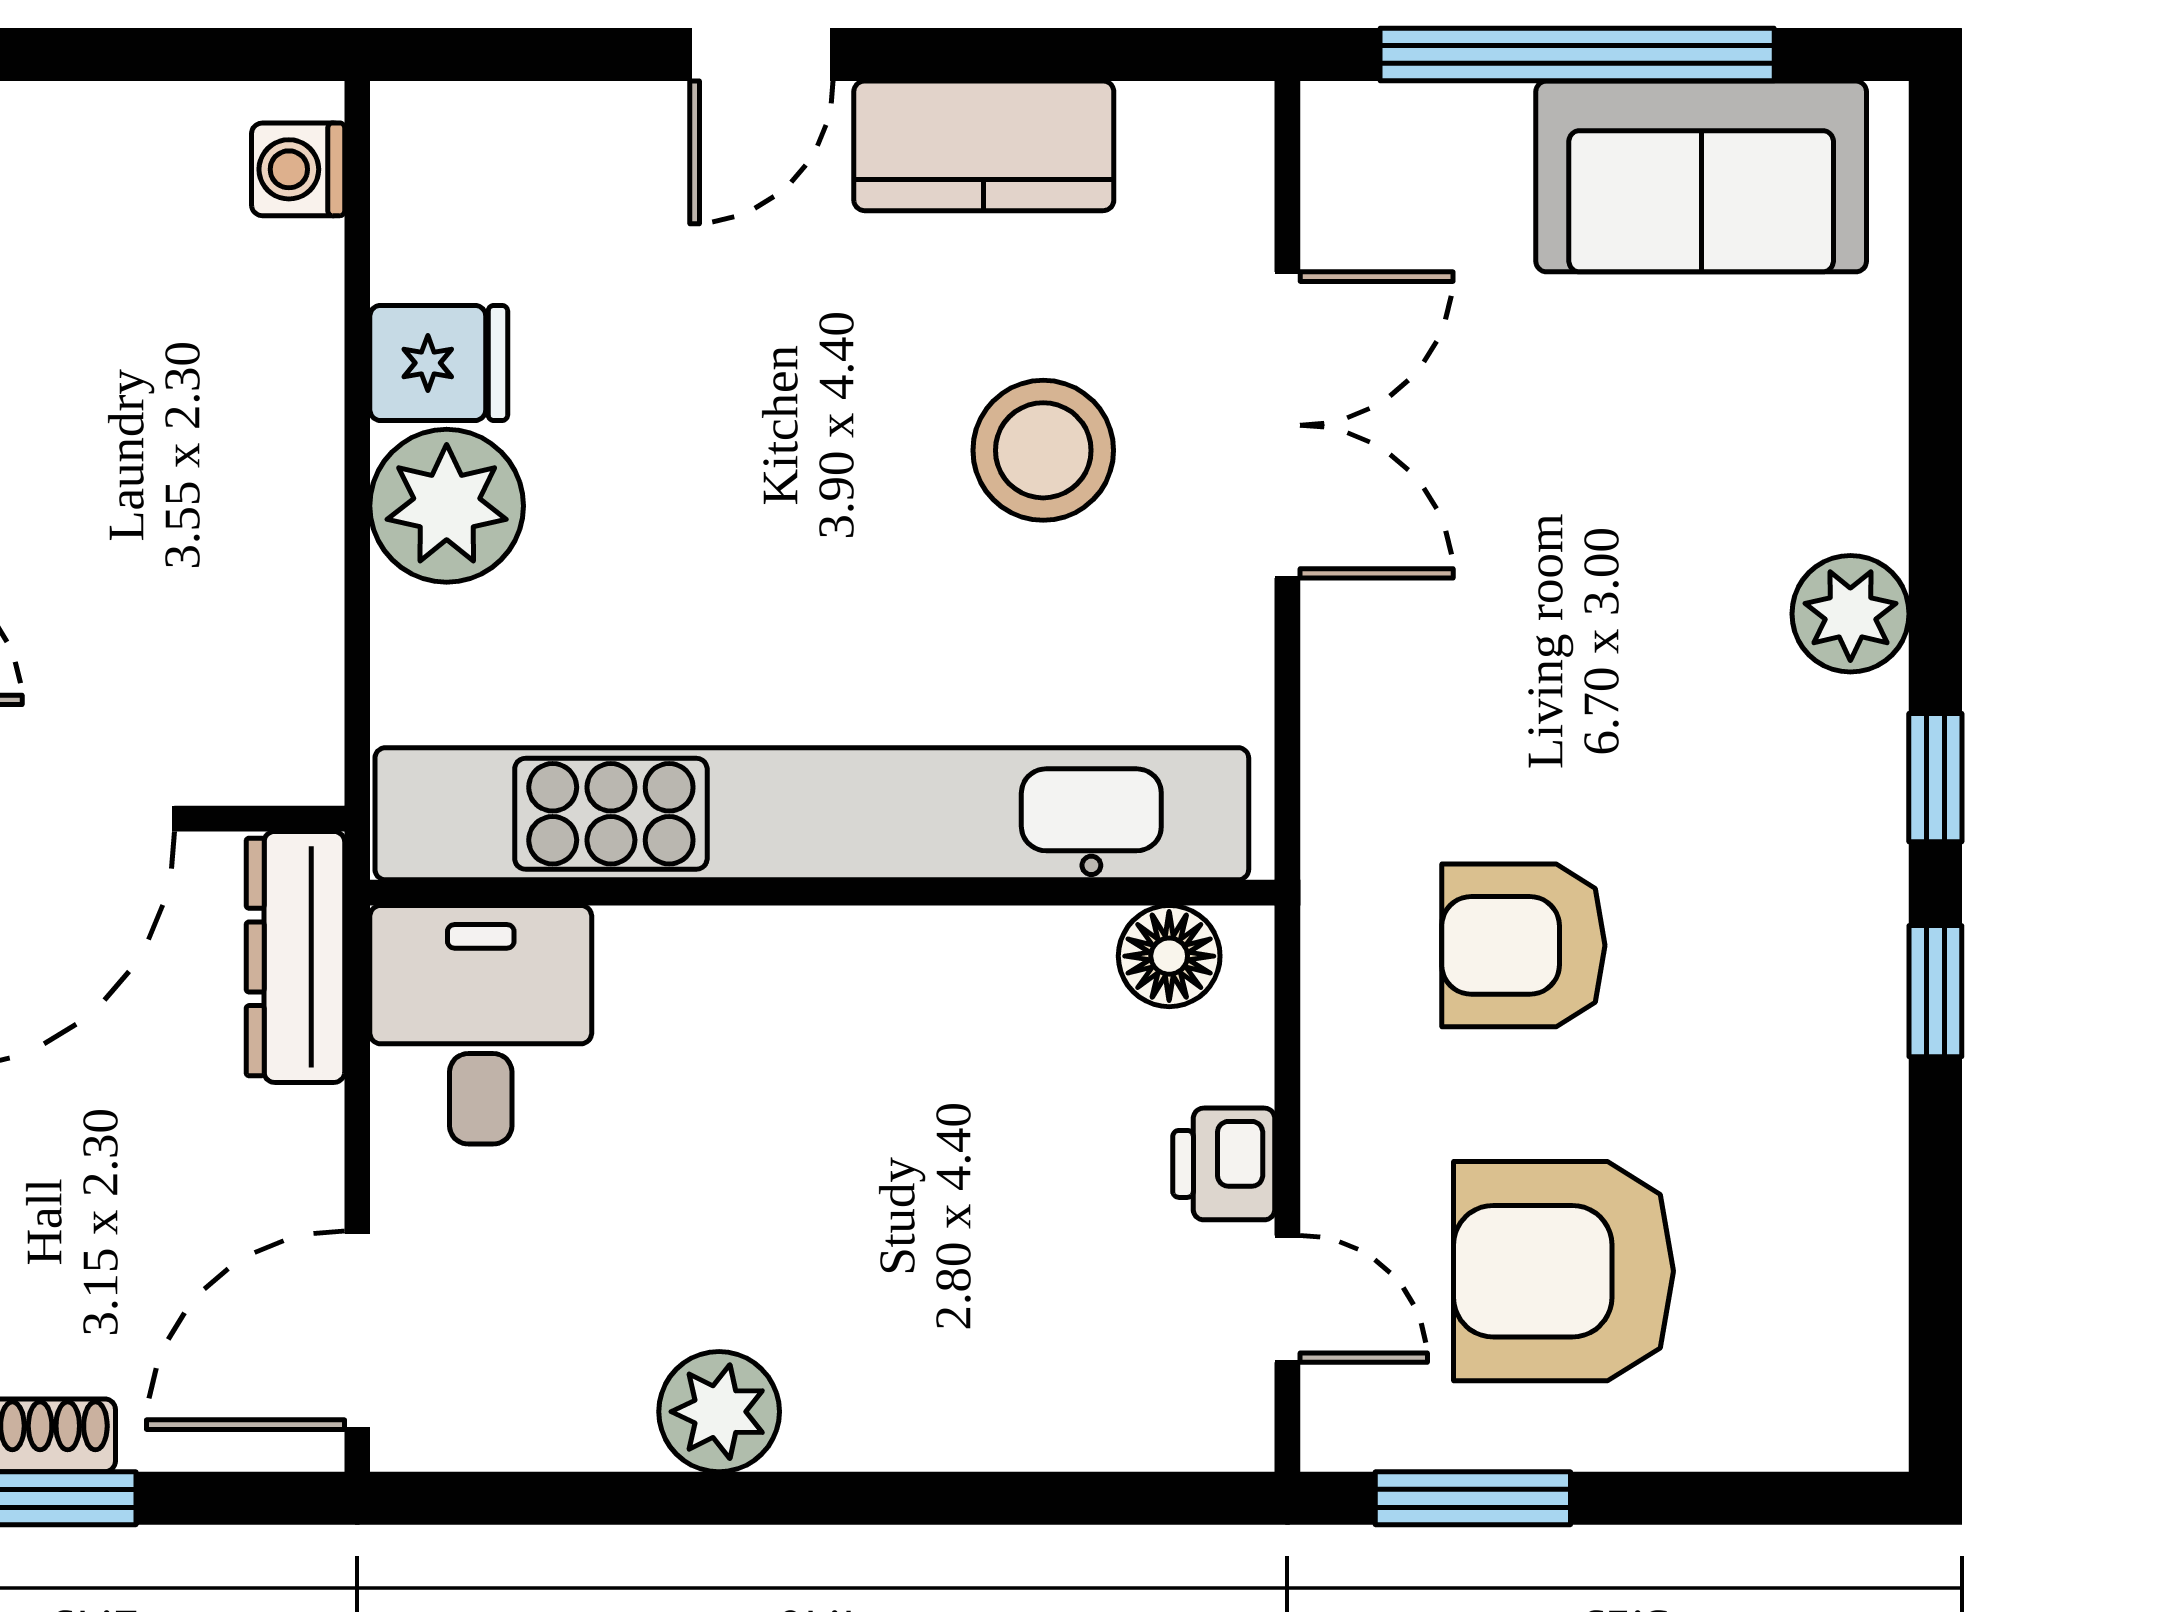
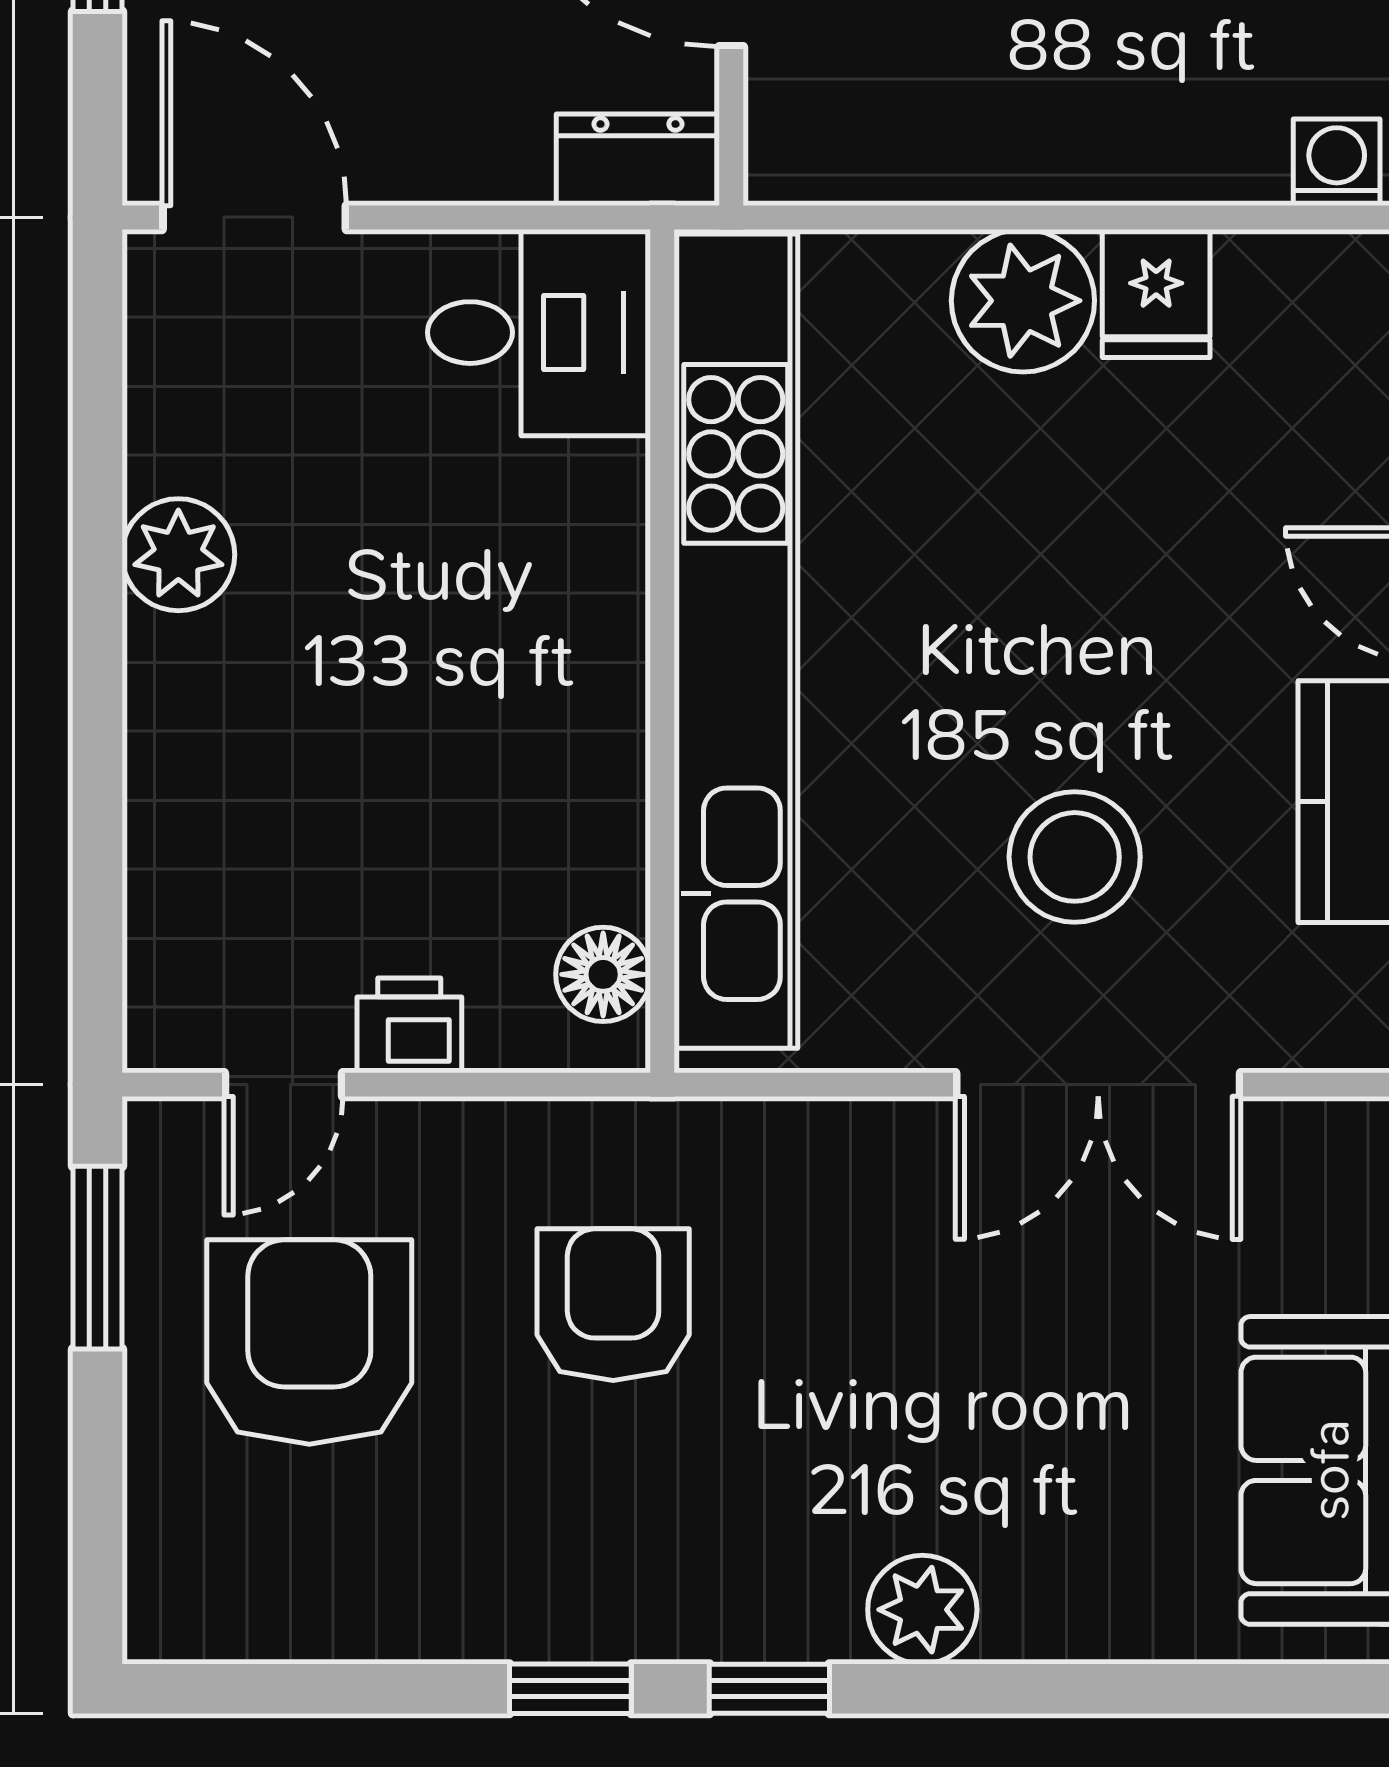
dresser: (295, 957) -> (638, 160), width x0.70

